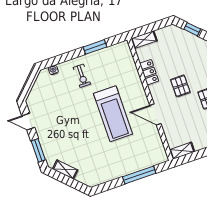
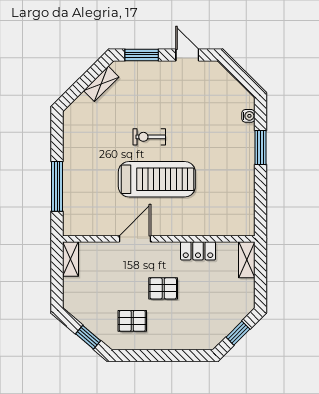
window: (95, 47) -> (260, 148), moved
exercise bike: (82, 76) -> (149, 137), moved
treadmill: (113, 114) -> (157, 179), turned 180
door: (28, 122) -> (187, 55), hinge flipped

